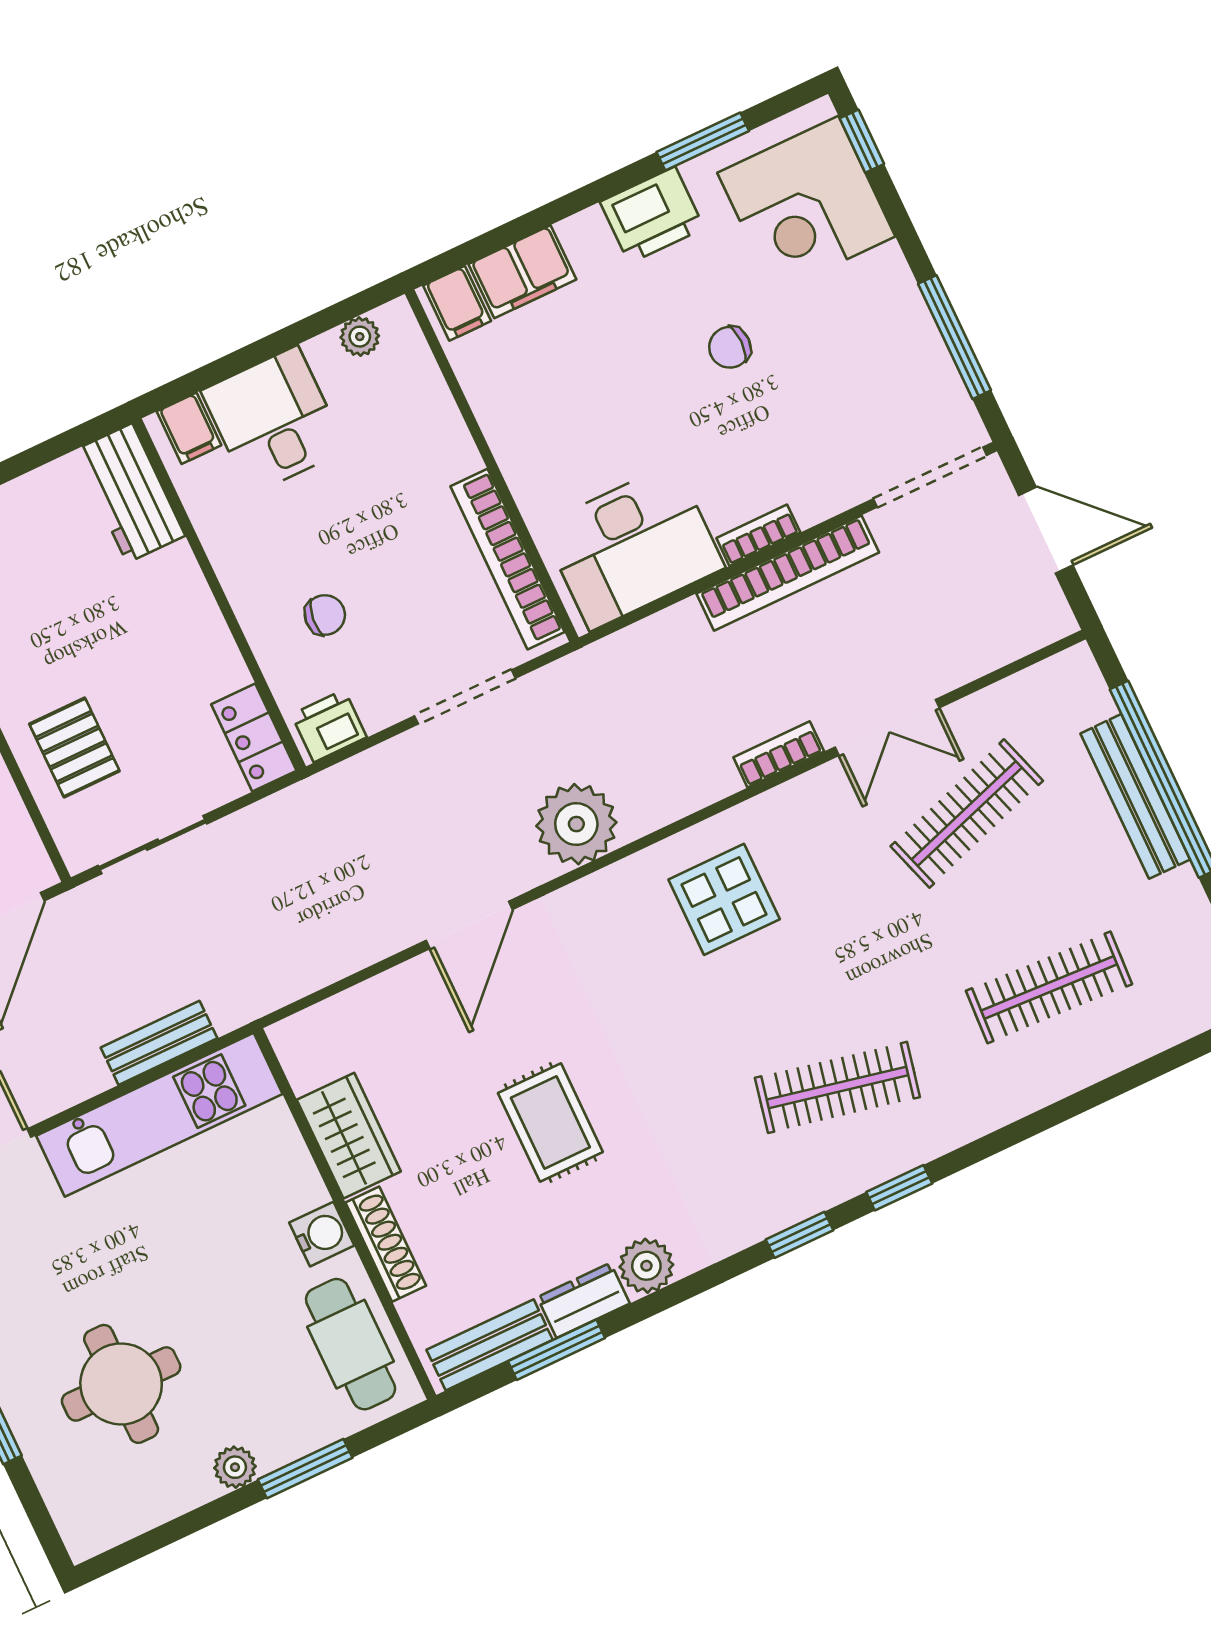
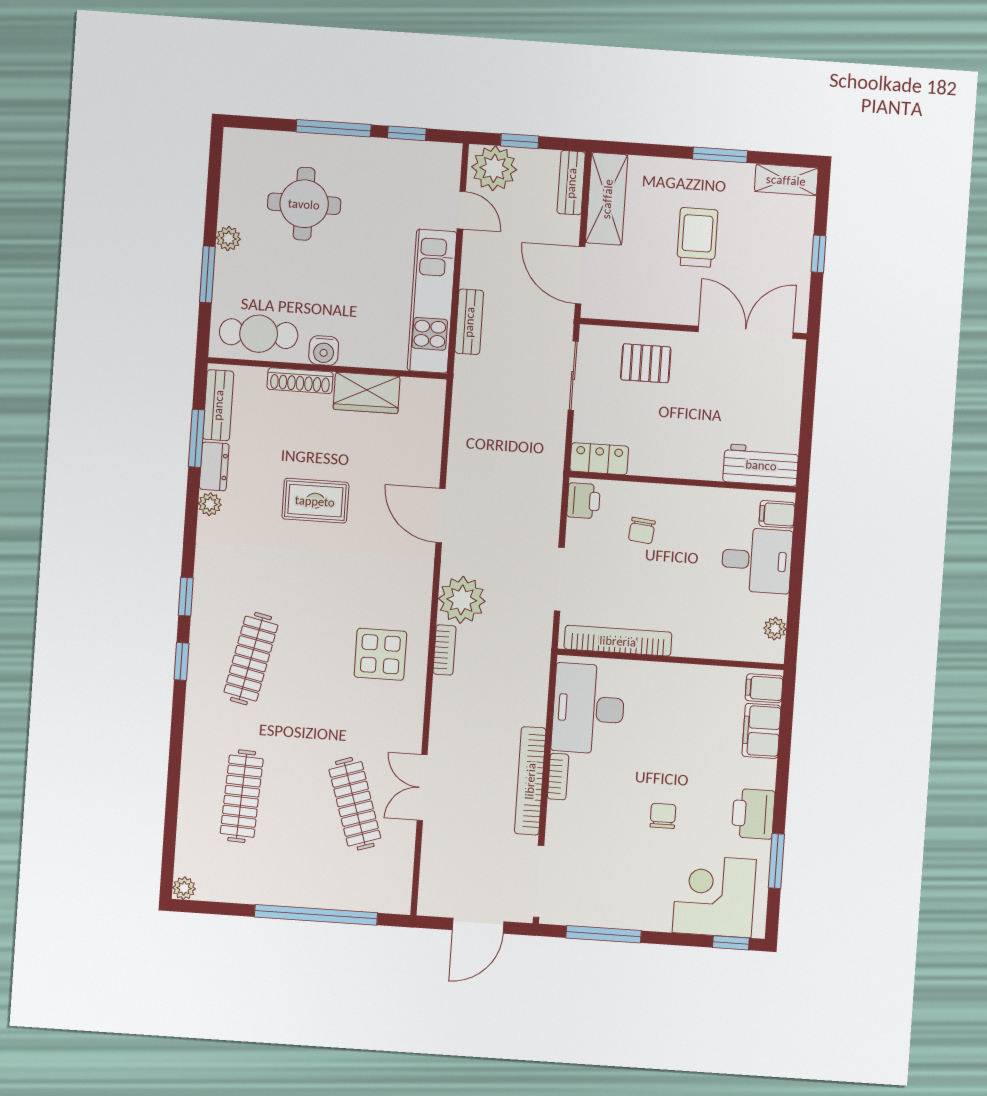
bookcase: (779, 754) -> (444, 650), moved
bench: (1135, 796) -> (315, 895), removed
plant: (646, 1266) -> (210, 504), width x0.73, depth x0.73

